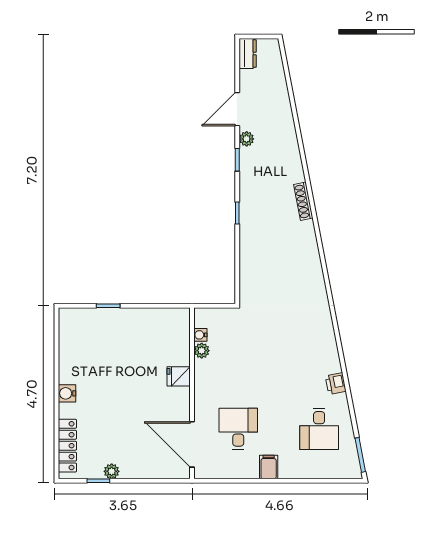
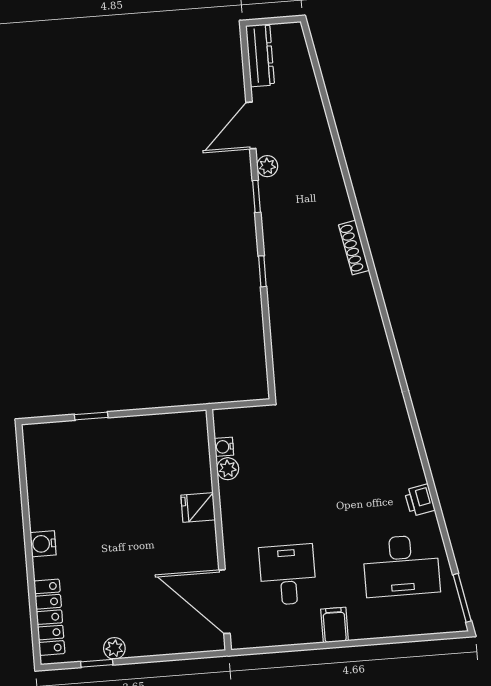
dresser: (248, 53) -> (260, 55), width x1.44
desk: (319, 429) -> (401, 566), width x1.37

